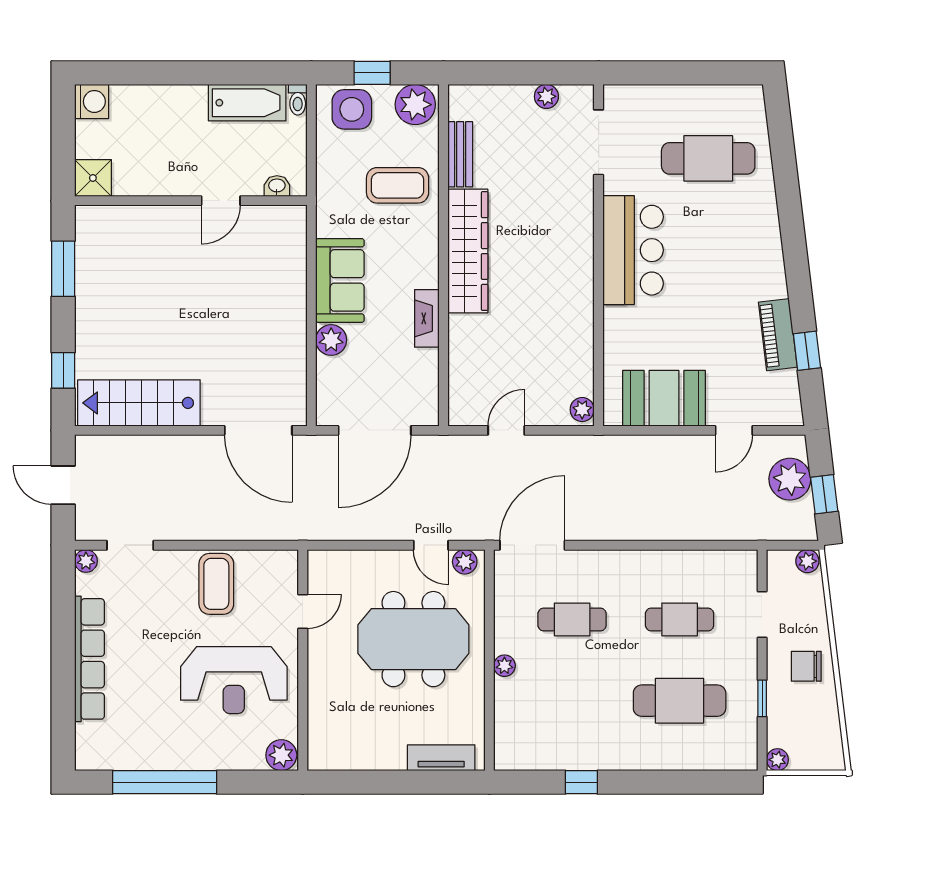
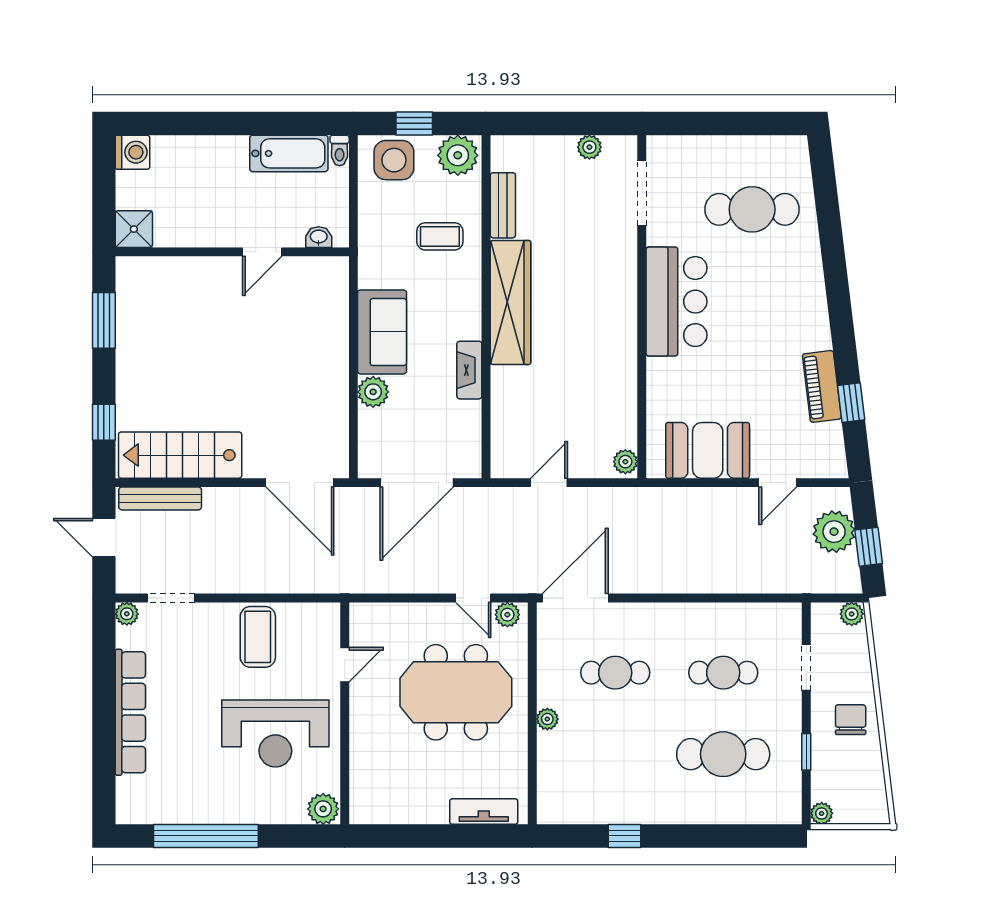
coffee table: (398, 185) -> (440, 236), width x0.73, depth x0.77
bench: (119, 446) -> (160, 498), added
chair: (806, 666) -> (851, 720), turned 90

